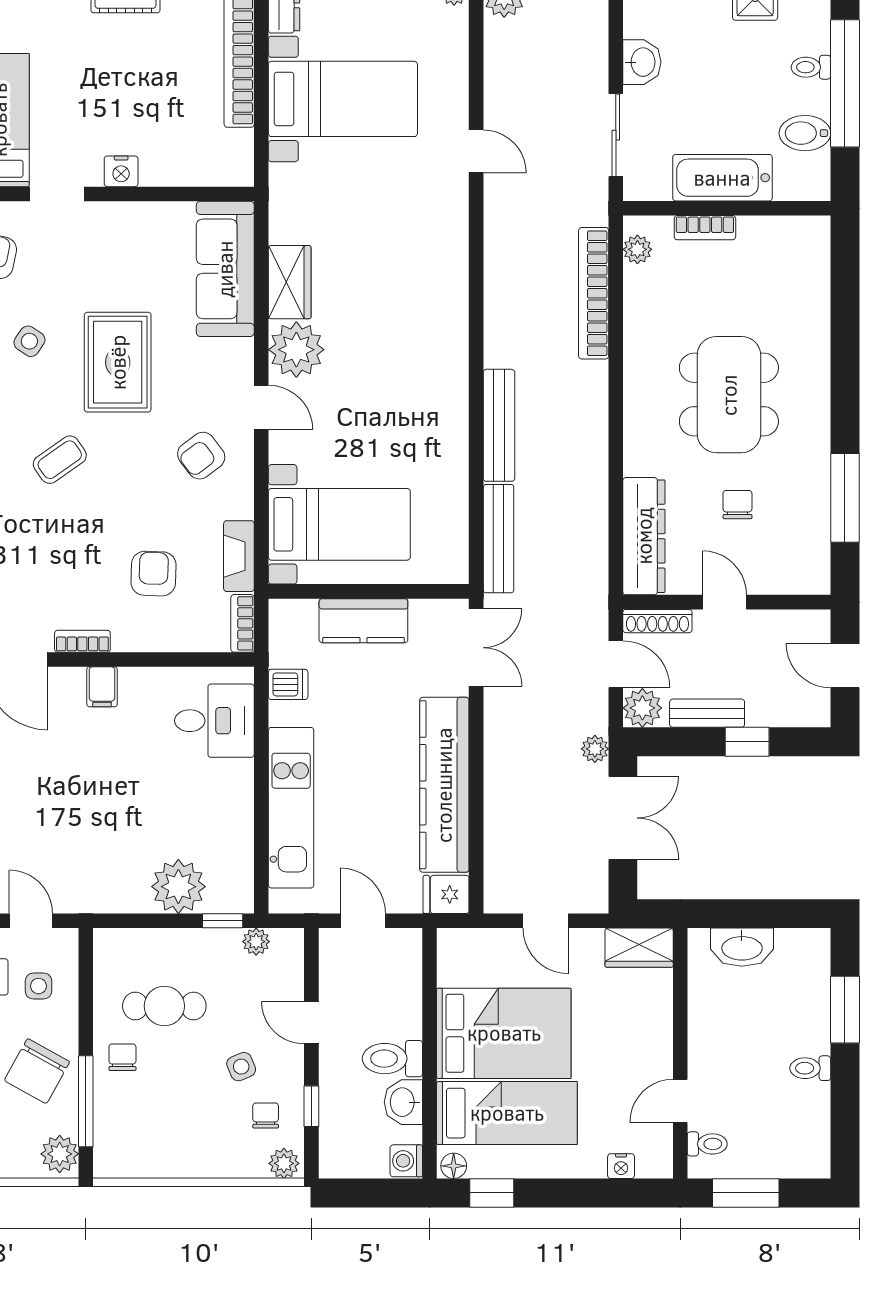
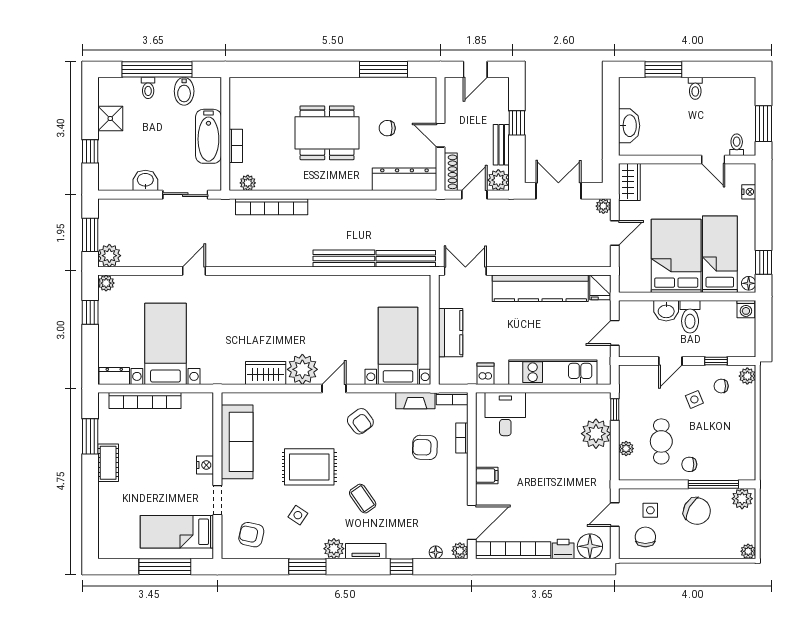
sofa: (225, 269) -> (237, 442), moved, turned -90
door: (725, 602) -> (440, 135), hinge flipped
bookcase: (82, 641) -> (462, 438), moved
plant: (595, 749) -> (603, 206), moved
plant: (256, 942) -> (626, 449), moved
washbasin: (403, 1102) -> (666, 311), moved

